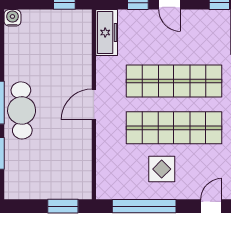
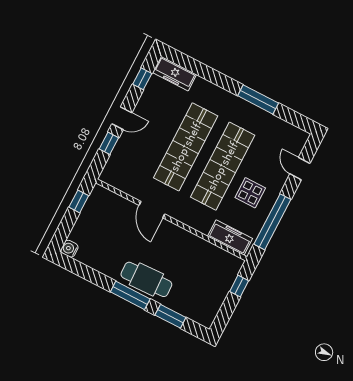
freezer: (107, 33) -> (230, 237), moved
door: (94, 104) -> (152, 210), moved
window: (63, 206) -> (239, 286), width x0.67

